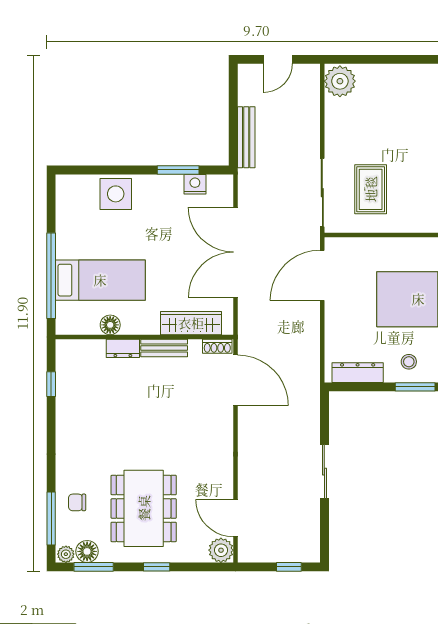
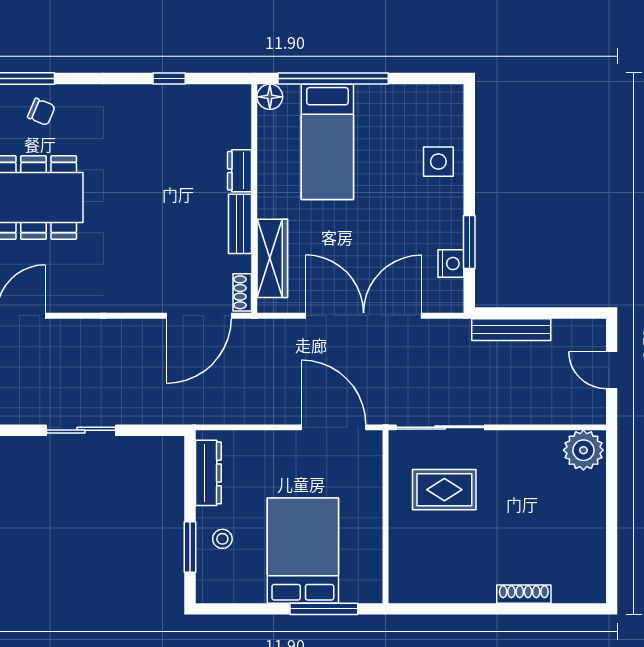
side table: (116, 194) -> (438, 162), width x0.73, depth x0.73
floor lamp: (110, 325) -> (270, 97), moved
window: (51, 384) -> (169, 78), moved
chair: (77, 502) -> (41, 112), turned 113

